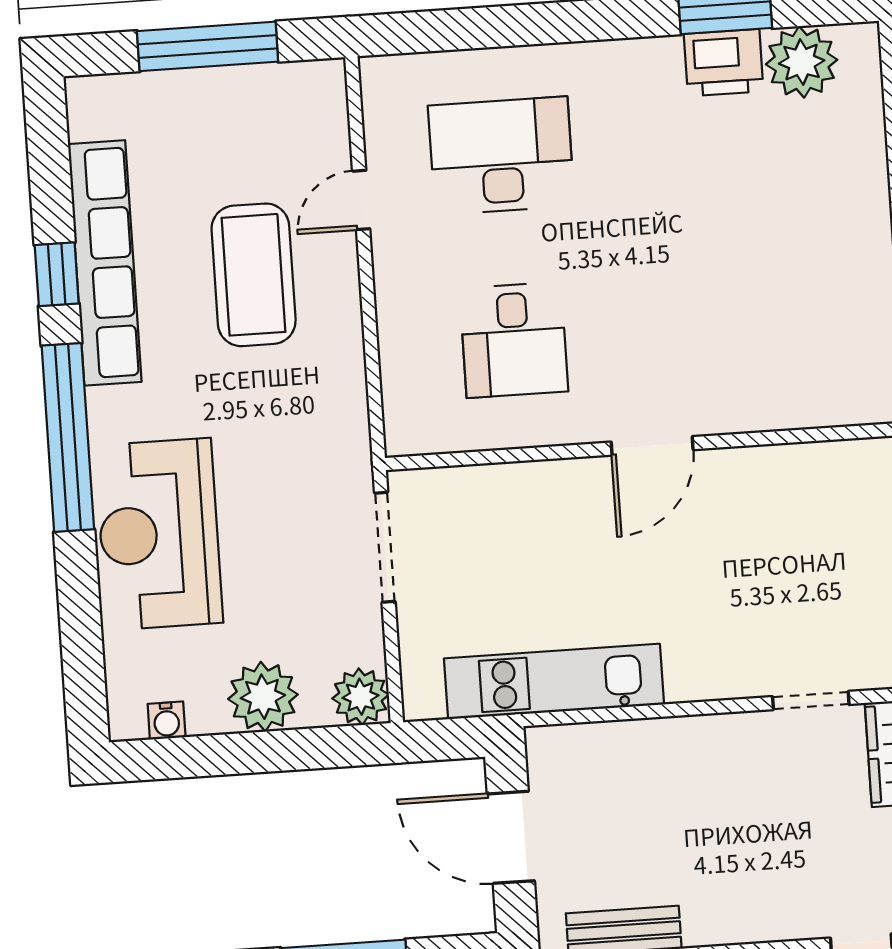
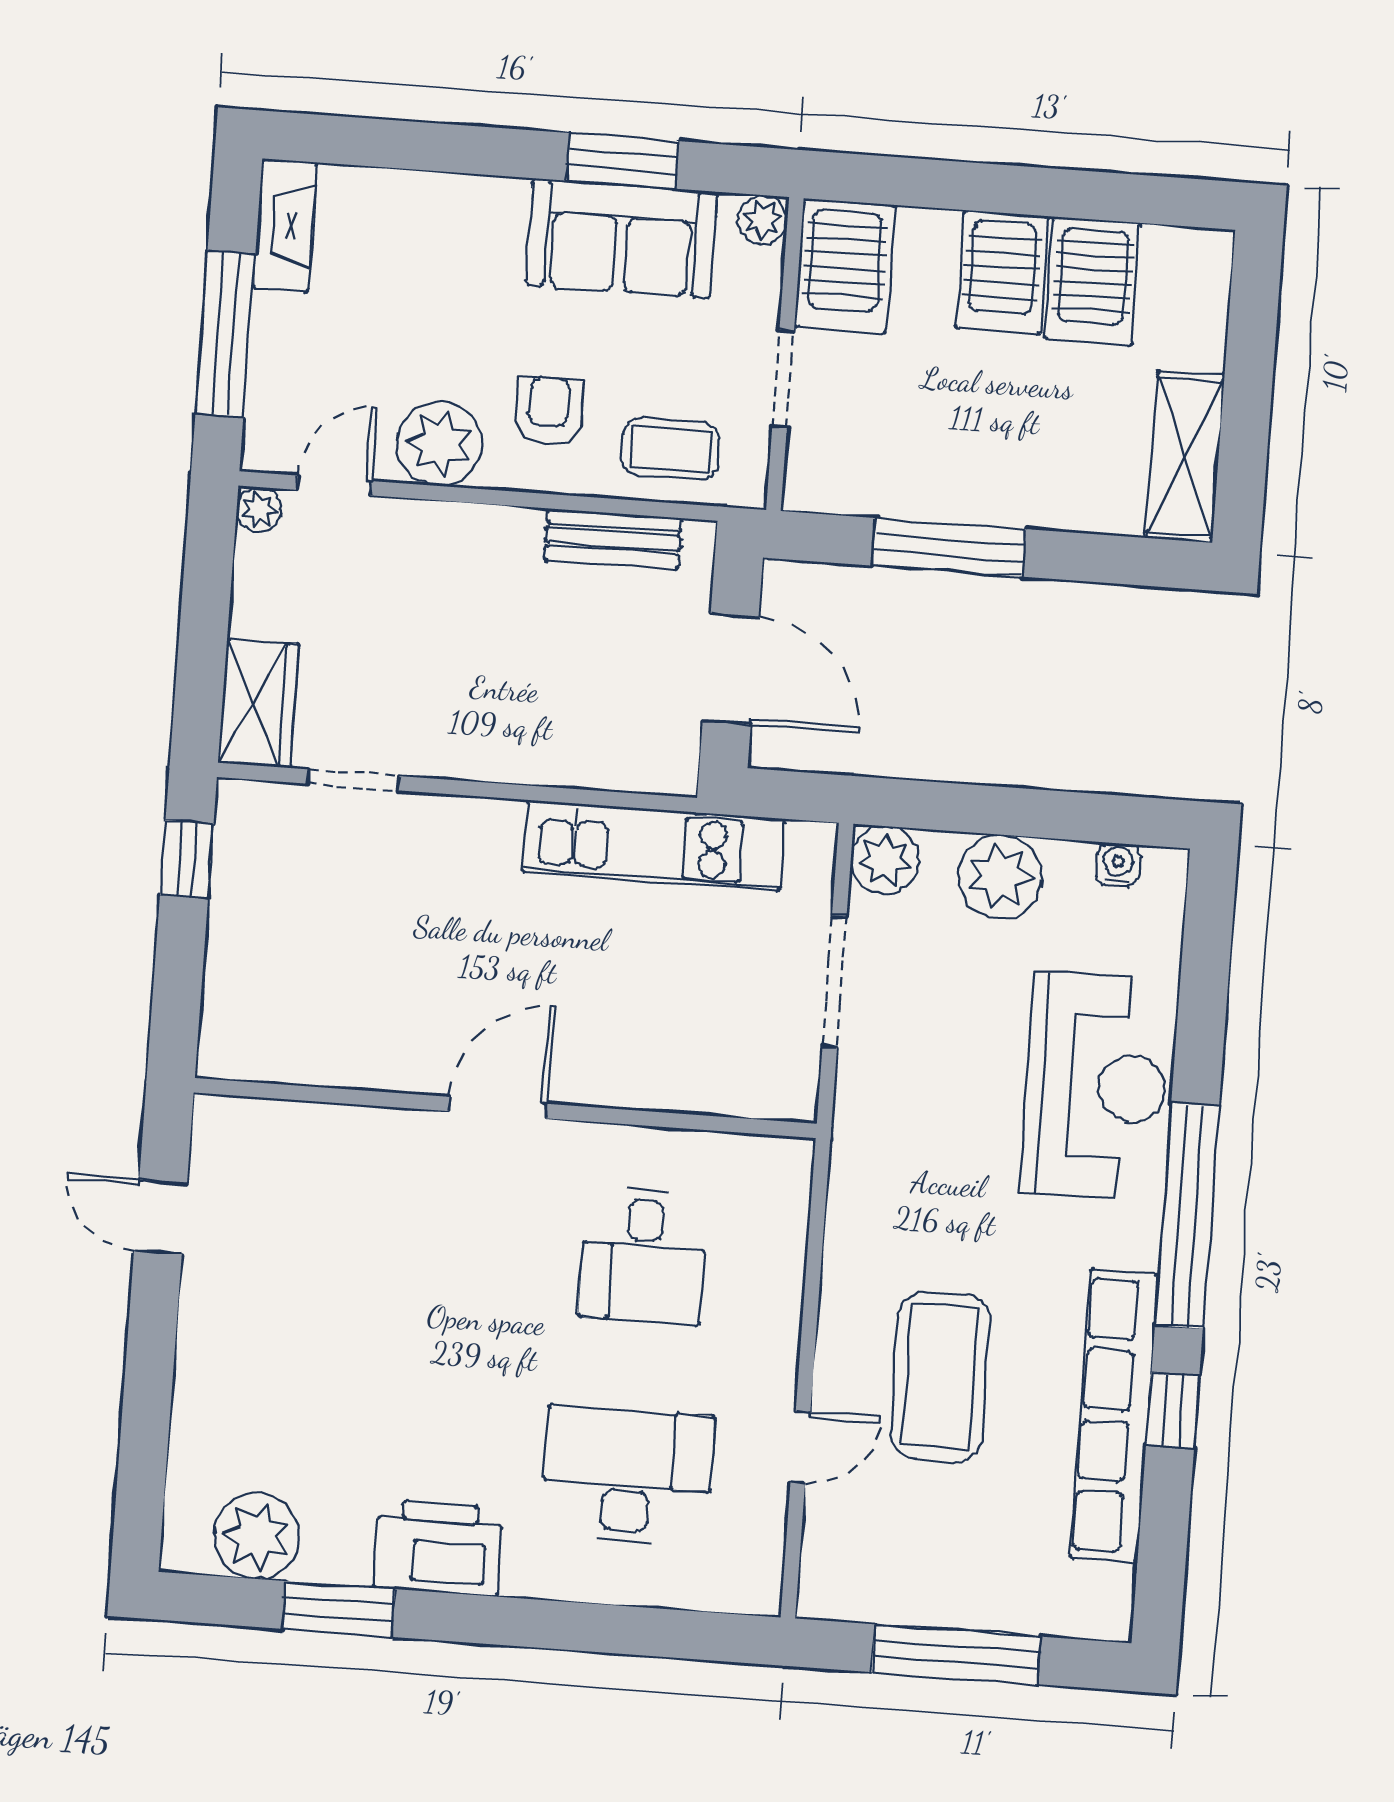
printer: (724, 63) -> (438, 1548), moved, width x1.37, depth x1.19
desk: (501, 156) -> (627, 1476), turned 180
desk: (514, 340) -> (644, 1256), turned 180
doorway: (385, 547) -> (835, 982), moved

